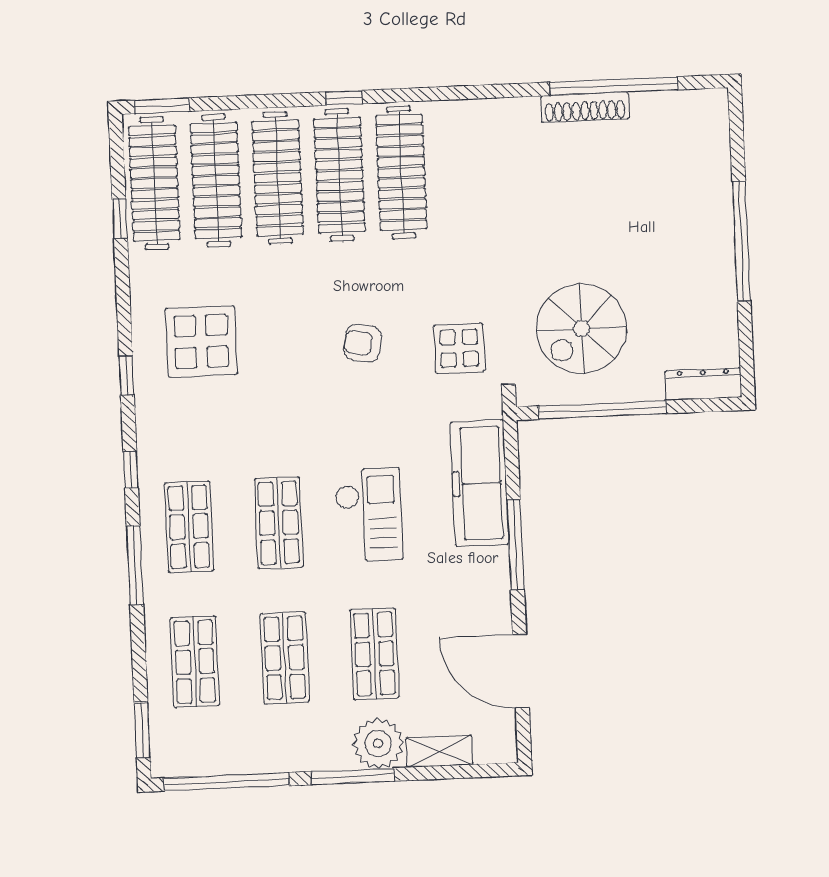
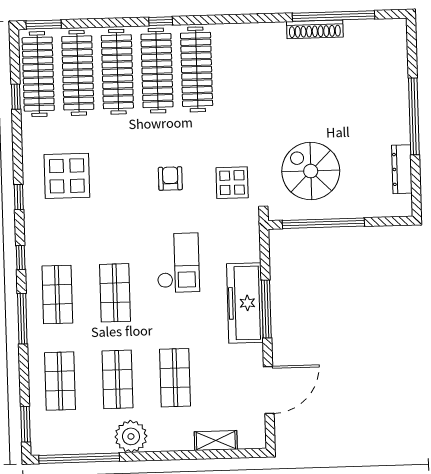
spiral stairs: (582, 329) -> (311, 171), turned 90
armchair: (363, 343) -> (170, 179), turned 80
dresser: (703, 384) -> (402, 169), moved, turned -90
freezer: (480, 483) -> (245, 303), moved
checkout: (369, 515) -> (178, 263), moved
door: (521, 671) -> (269, 390), swing flipped
plant: (378, 743) -> (131, 436), moved
window: (353, 776) -> (160, 456), removed

